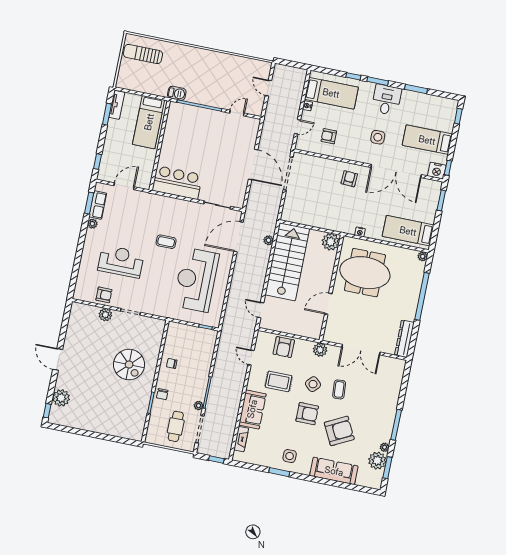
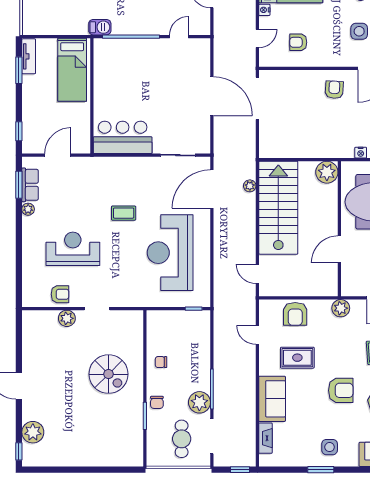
side table: (313, 384) -> (341, 352), removed
plant: (199, 406) -> (199, 402), width x1.88, depth x1.88

